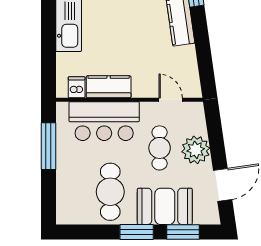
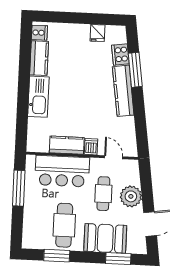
dishwasher: (77, 87) -> (91, 147), moved
window: (137, 232) -> (57, 256), moved

